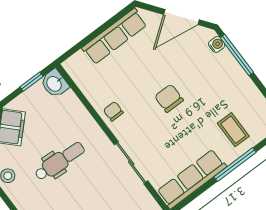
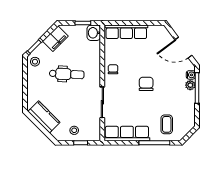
row of seats: (114, 36) -> (126, 32), moved
plant: (226, 58) -> (190, 85), added

